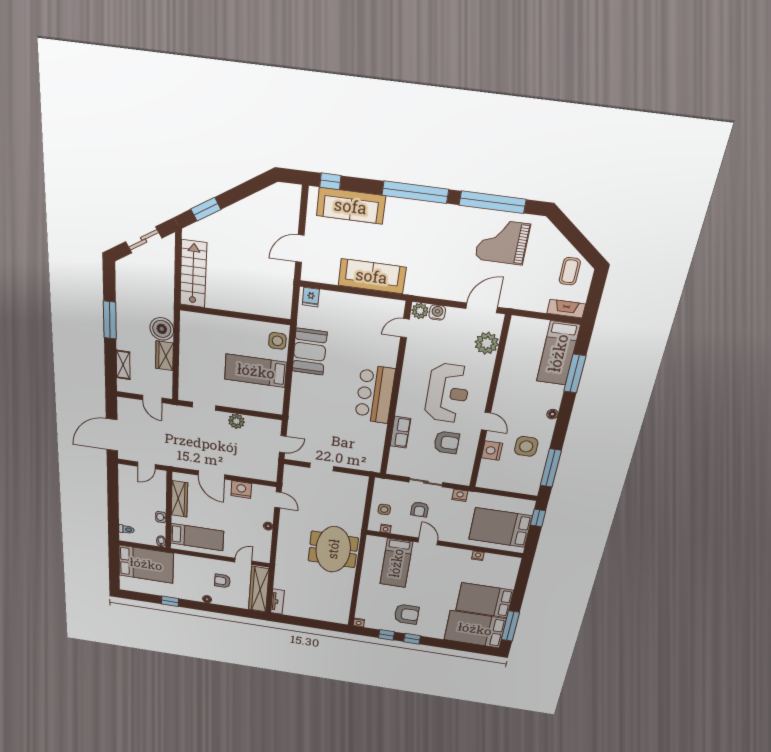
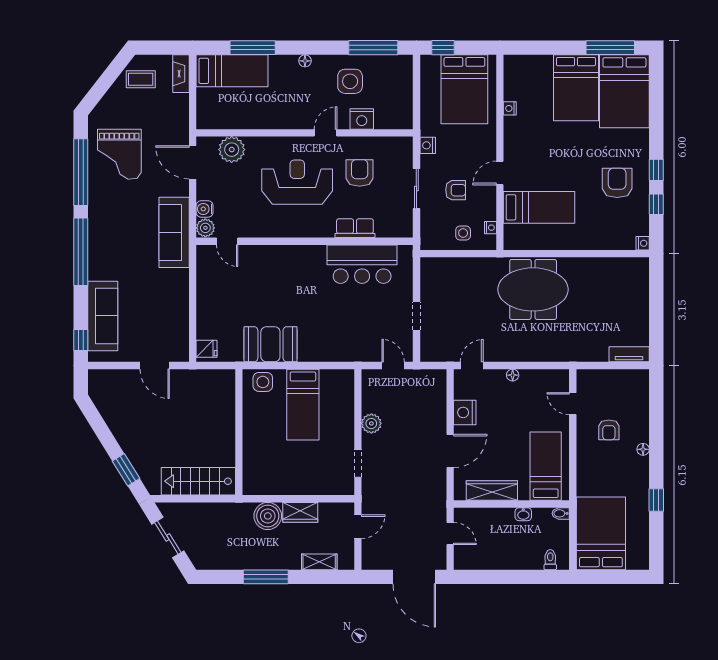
sofa: (372, 276) -> (174, 232), moved
bar counter: (375, 394) -> (362, 264), moved
wardrobe: (259, 589) -> (613, 381), removed

